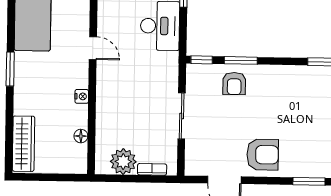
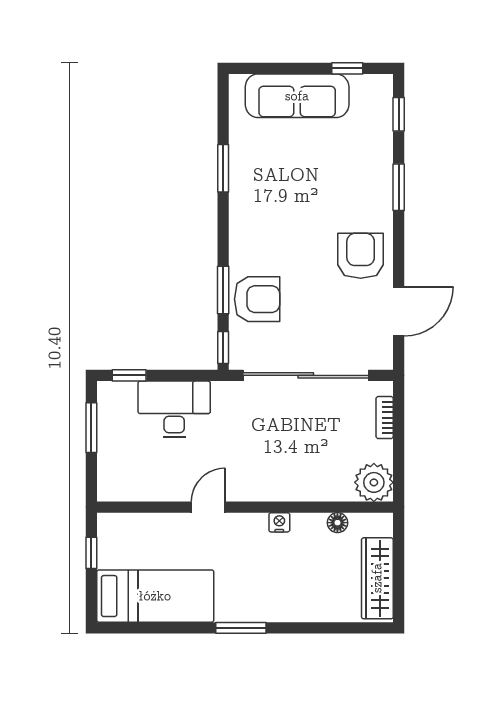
armchair: (234, 84) -> (257, 299), width x1.38, depth x1.38
sliding door: (182, 116) -> (306, 375), width x1.86
wardrobe: (24, 144) -> (377, 578), moved, turned -90
plant: (123, 162) -> (374, 482), moved

